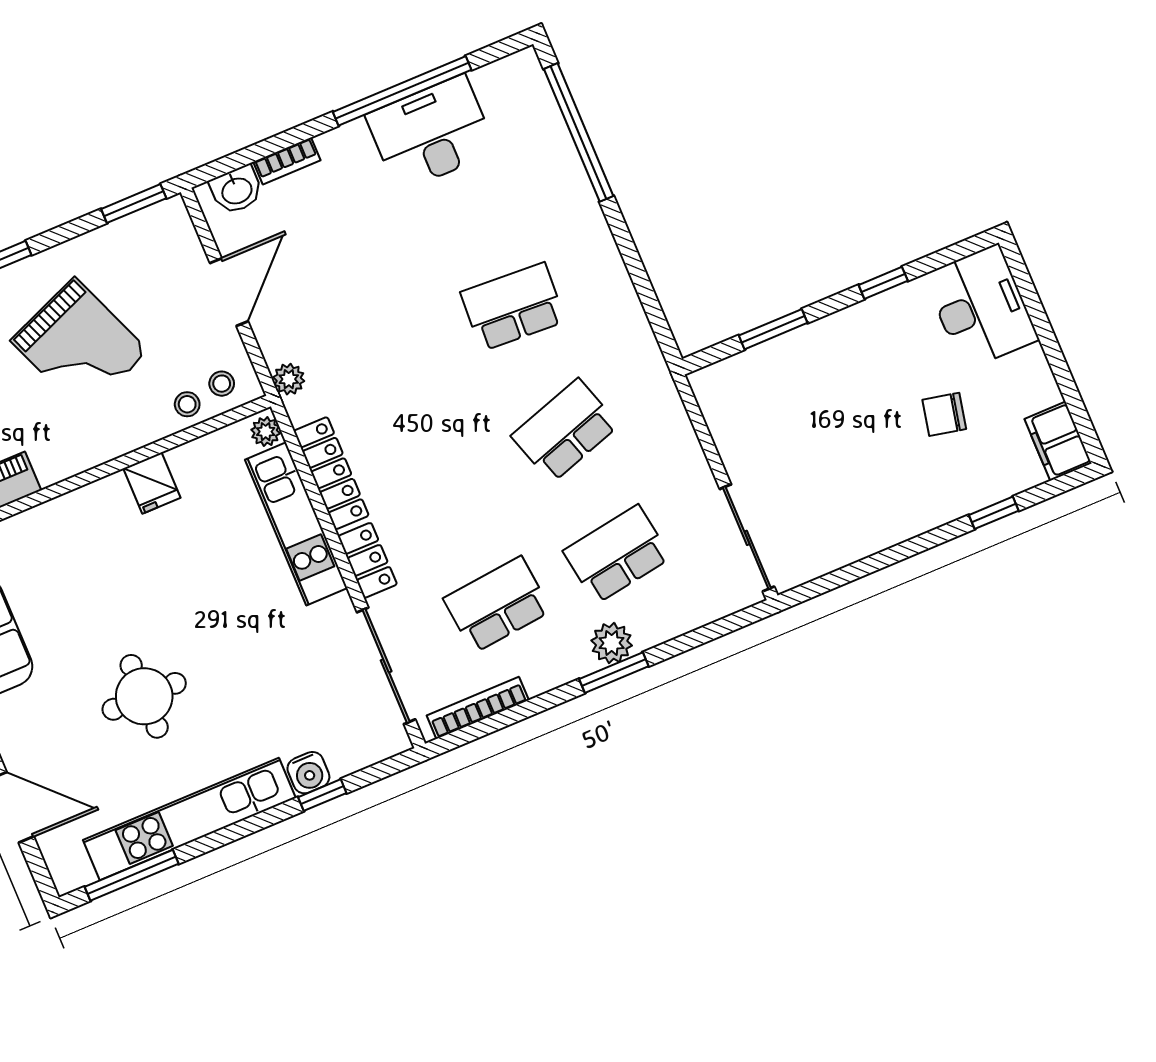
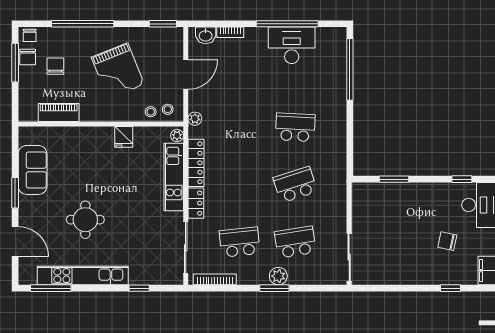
window: (883, 283) -> (462, 179), moved
water cooler: (308, 773) -> (137, 277), removed

